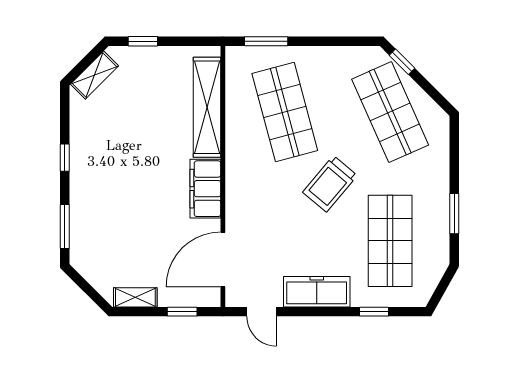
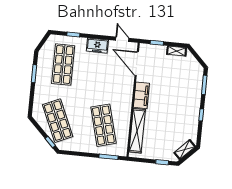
trolley: (330, 184) -> (87, 92), removed
door: (223, 259) -> (137, 64), swing flipped
freezer: (317, 292) -> (97, 46), width x0.71

